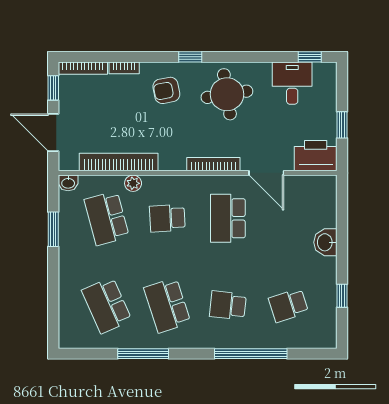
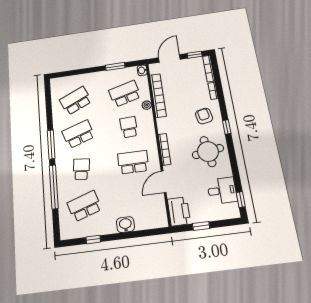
school desk: (288, 305) -> (84, 206), width x1.85
window: (143, 354) -> (51, 145), moved

